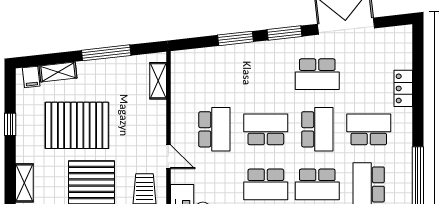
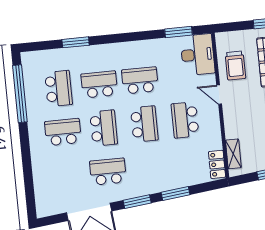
locker: (403, 88) -> (217, 164), moved, turned 180
school desk: (266, 129) -> (144, 124), turned -90
school desk: (317, 129) -> (104, 128), turned 180
school desk: (369, 129) -> (63, 132), turned 180

